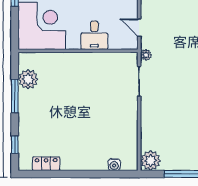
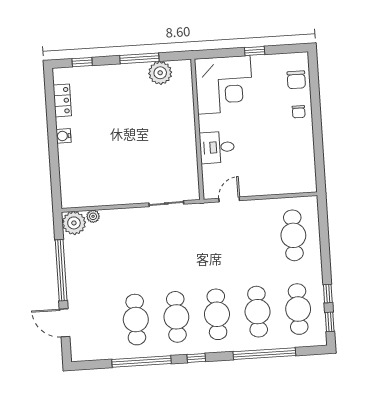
plant: (146, 55) -> (93, 216), moved
water cooler: (114, 165) -> (64, 136), moved

